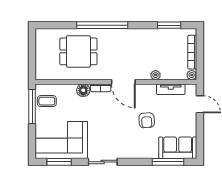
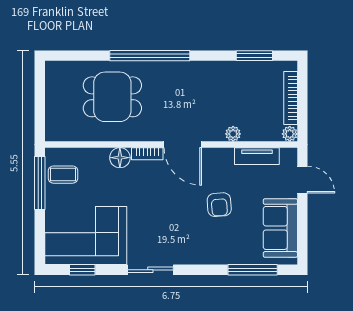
sofa: (178, 148) -> (280, 228), moved, turned -90
window: (59, 162) -> (82, 270), width x0.67

